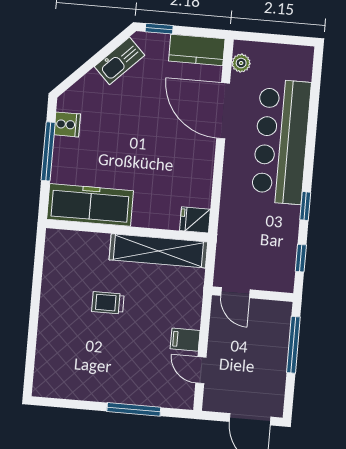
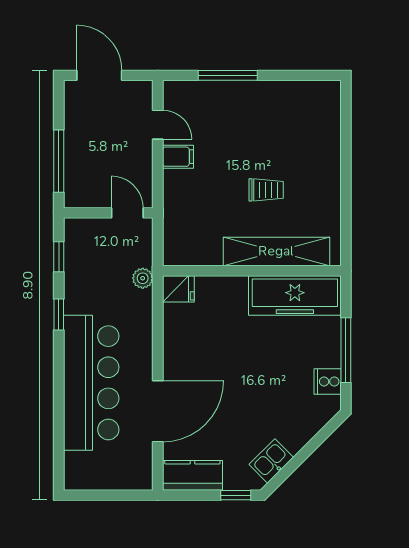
kitchen sink: (120, 61) -> (271, 461), width x0.73
plant: (241, 63) -> (143, 278), moved
door: (223, 111) -> (158, 411), hinge flipped
shelving: (158, 251) -> (276, 251), moved

